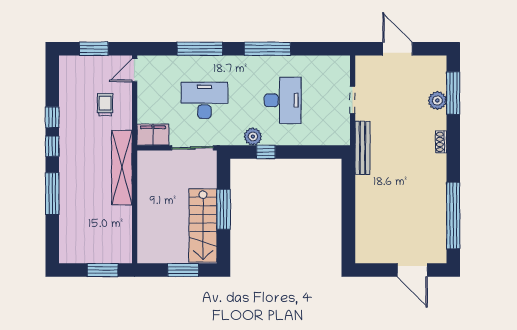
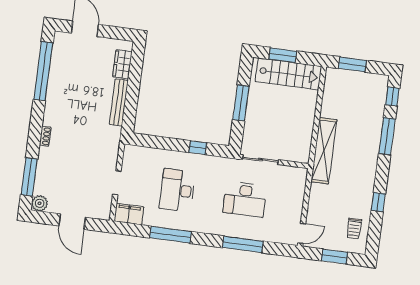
window: (267, 49) -> (170, 235), moved
plant: (437, 101) -> (40, 203), moved
trolley: (105, 105) -> (354, 229), moved
filing cabinet: (153, 135) -> (129, 214), moved, turned 180
plant: (253, 137) -> (207, 162), removed
window: (52, 146) -> (392, 97), moved
bench: (362, 148) -> (119, 102), moved
stairs: (203, 226) -> (288, 74), moved, turned 90
wardrobe: (364, 235) -> (122, 64), added

